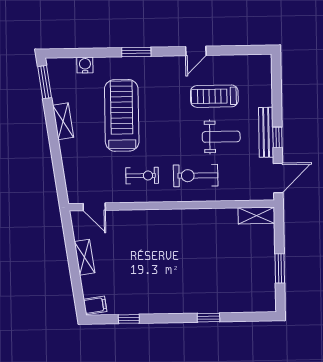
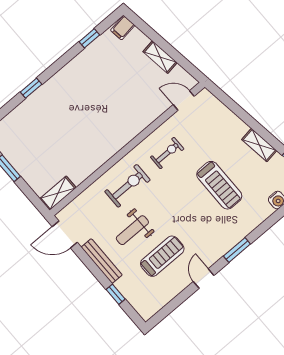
window: (136, 52) -> (237, 250), moved
treadmill: (122, 115) -> (219, 185), width x0.73, depth x0.73
window: (277, 137) -> (116, 294), moved
exercise bike: (142, 176) -> (167, 153), turned 180
door: (278, 178) -> (65, 234), hinge flipped

